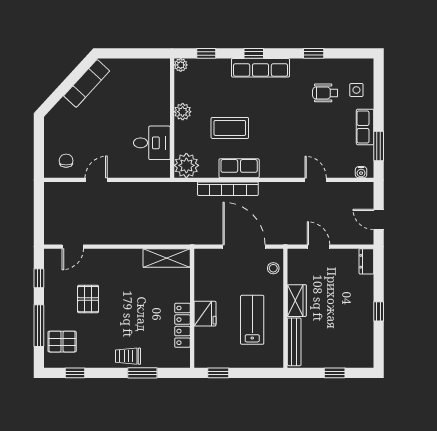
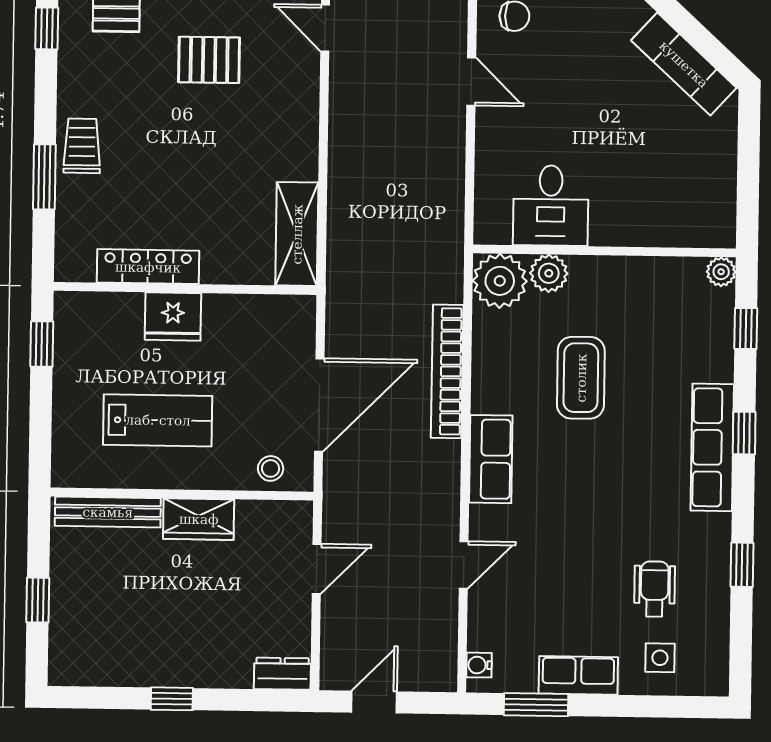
plant: (183, 112) -> (549, 273), moved
row of seats: (239, 168) -> (491, 459), moved

